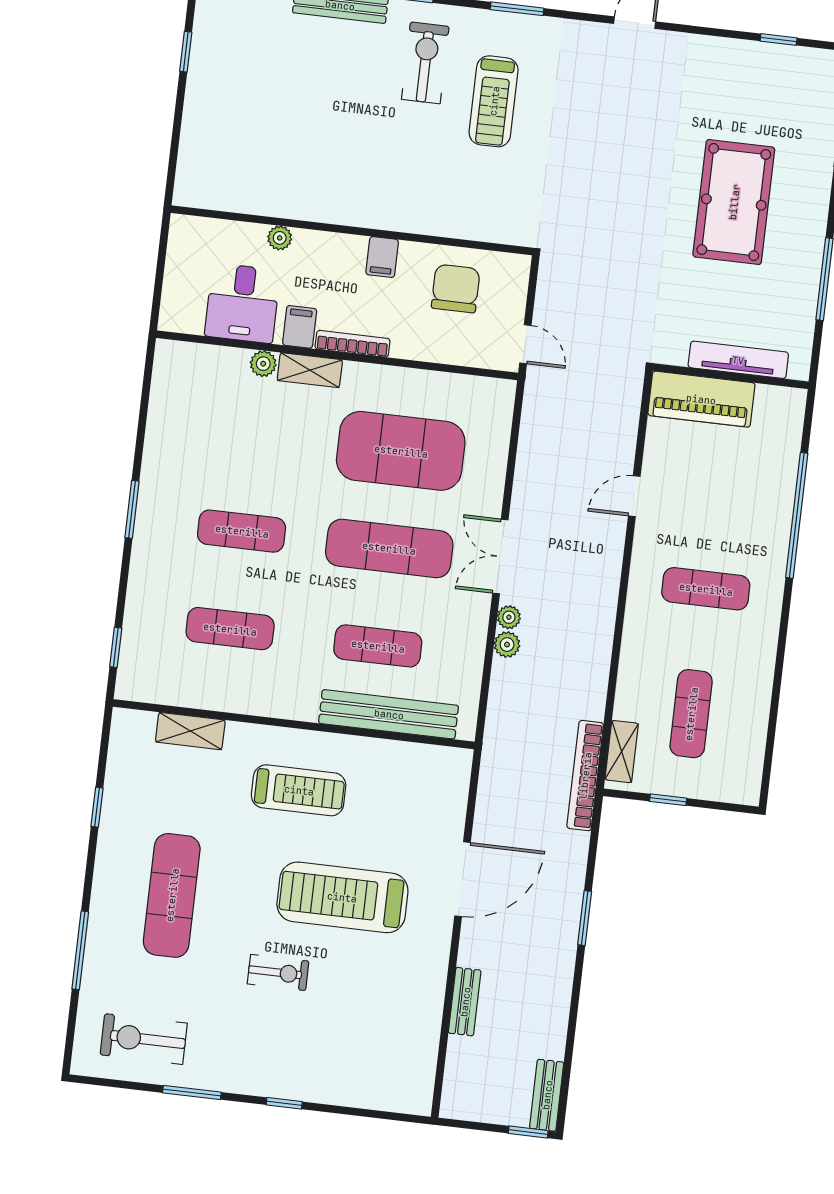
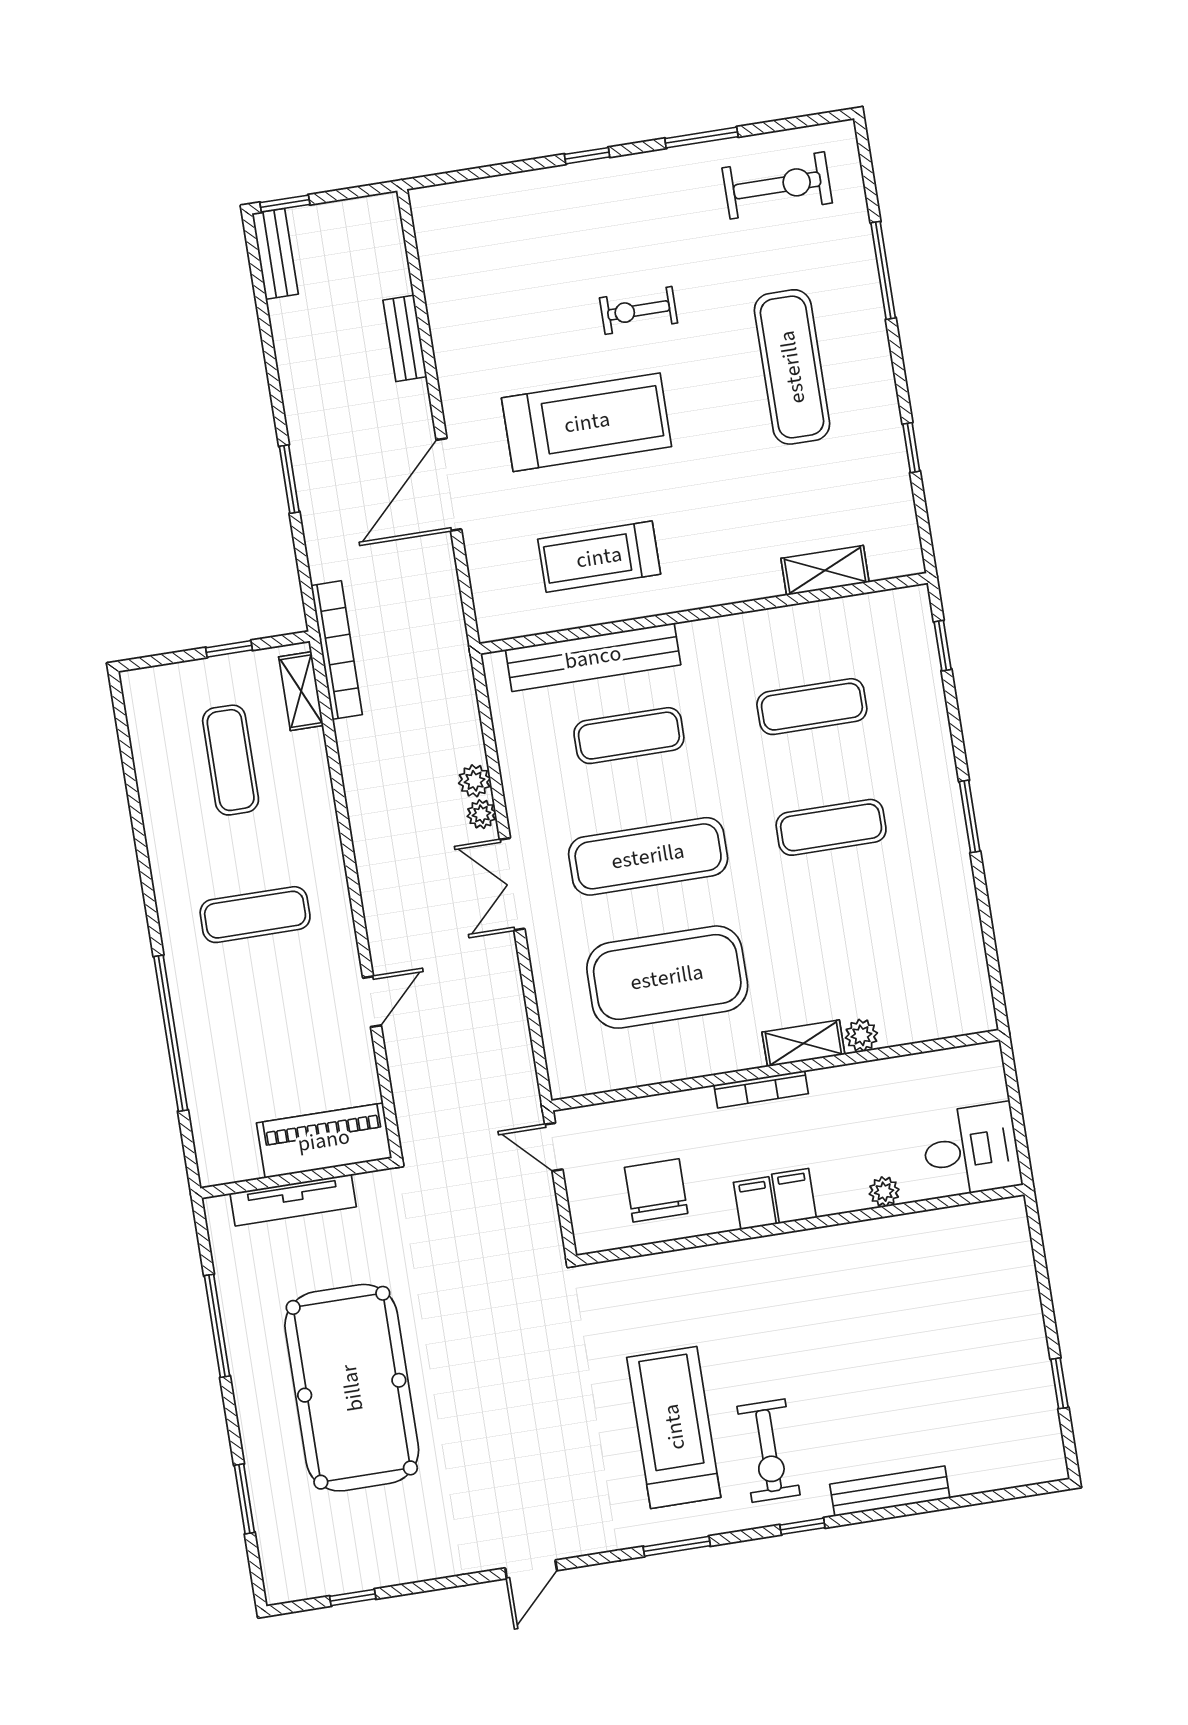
treadmill: (494, 101) -> (674, 1427), width x1.37, depth x1.38
pool table: (734, 202) -> (352, 1388), width x1.36, depth x1.32
chair: (456, 288) -> (656, 1190), turned 180
desk: (242, 303) -> (971, 1150), moved, turned 90
filing cabinet: (300, 327) -> (794, 1196), moved, turned 180
double door: (500, 557) -> (512, 884), swing flipped
treadmill: (299, 790) -> (599, 557), moved

